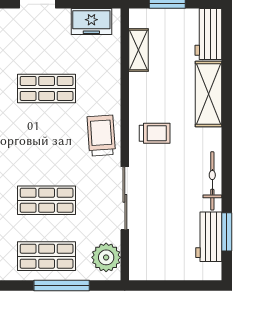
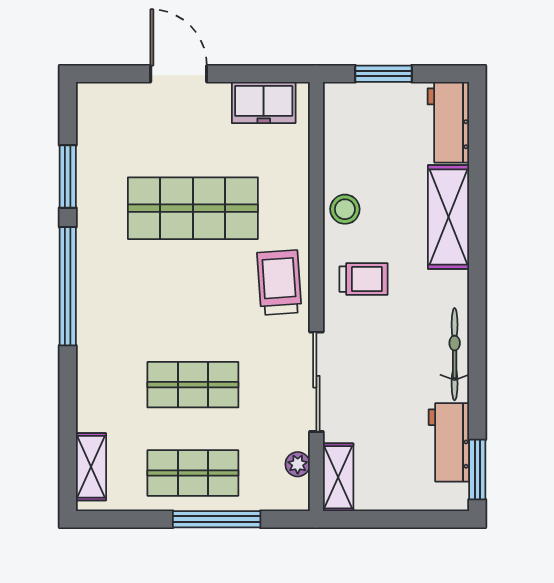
shelving: (139, 50) -> (338, 477), moved
shop shelf: (47, 88) -> (193, 208), width x1.43, depth x1.36
stool: (143, 89) -> (345, 209), added
window: (227, 232) -> (477, 470), moved
plant: (106, 257) -> (298, 464), width x0.53, depth x0.53

